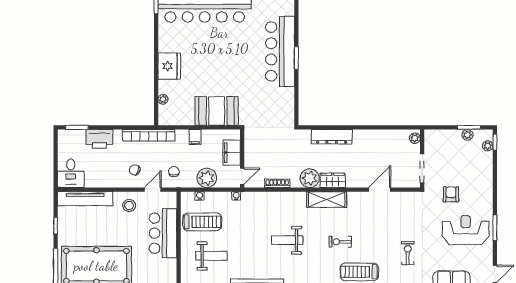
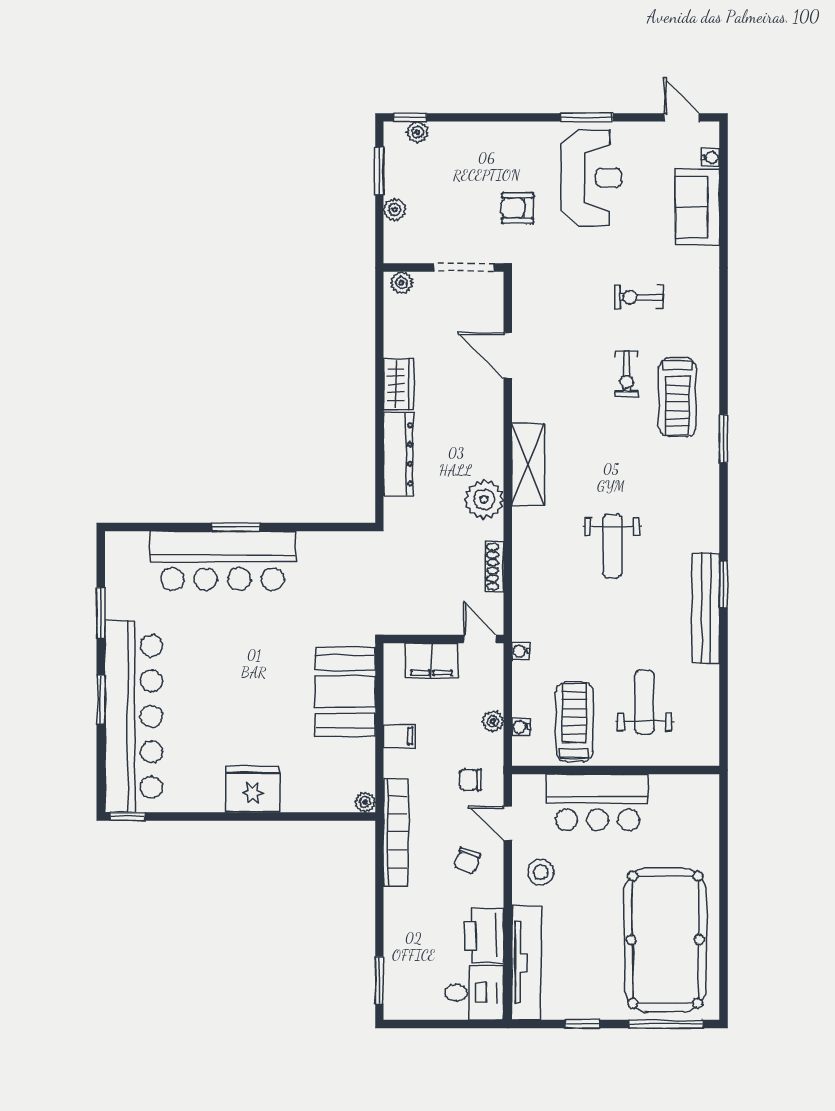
plant: (163, 99) -> (365, 802), moved
plant: (467, 135) -> (395, 210), moved
printer: (99, 139) -> (484, 936), moved, turned 180
plant: (207, 178) -> (493, 721), width x0.53, depth x0.53
wardrobe: (333, 180) -> (398, 384), moved, turned 180
reception desk: (466, 230) -> (591, 178), turned 180
exercise bike: (340, 242) -> (627, 374), moved

